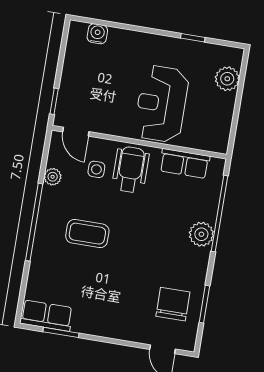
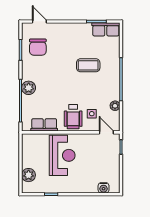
coffee table: (87, 234) -> (88, 65), moved

